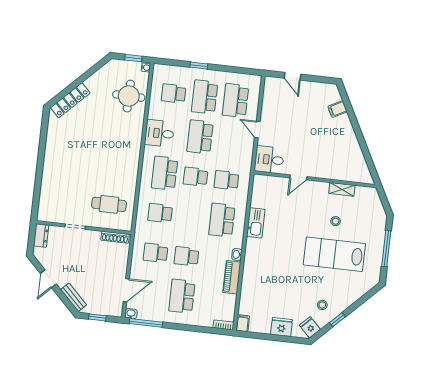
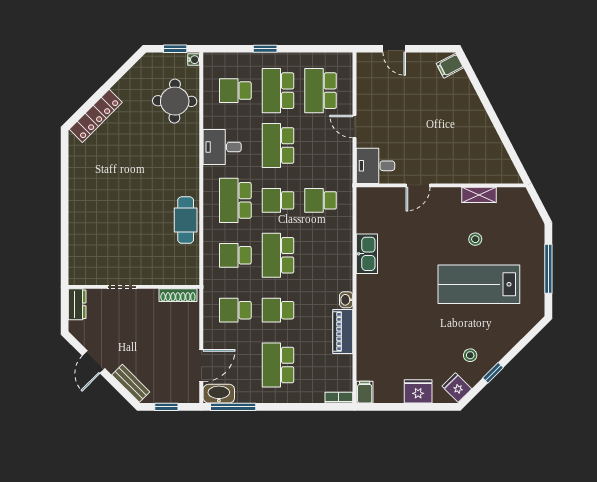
filing cabinet: (338, 109) -> (450, 66), moved
cafe table: (109, 204) -> (186, 220), moved, turned 90
school desk: (222, 220) -> (278, 255), moved
washbasin: (131, 314) -> (219, 394), width x1.91, depth x1.45

